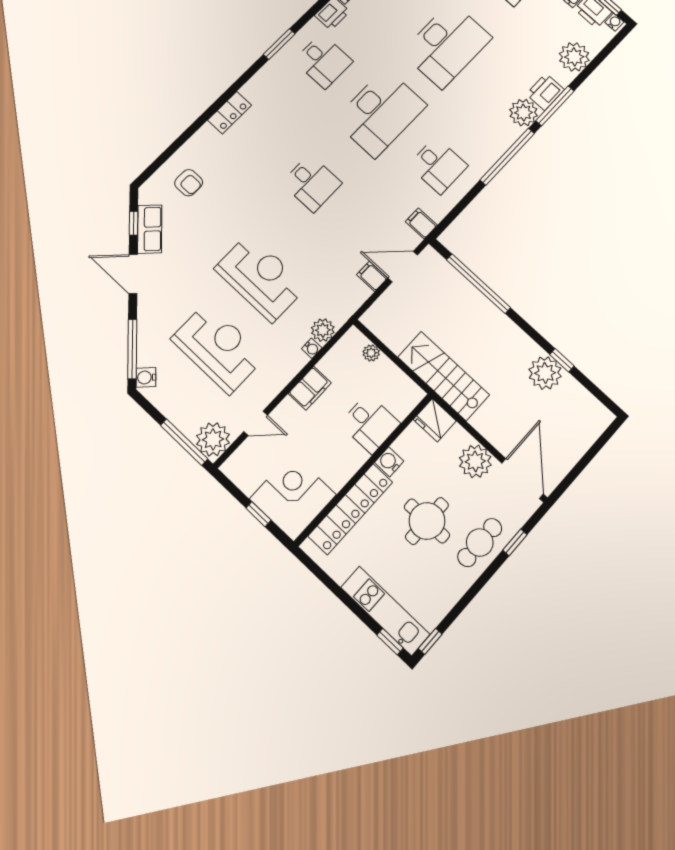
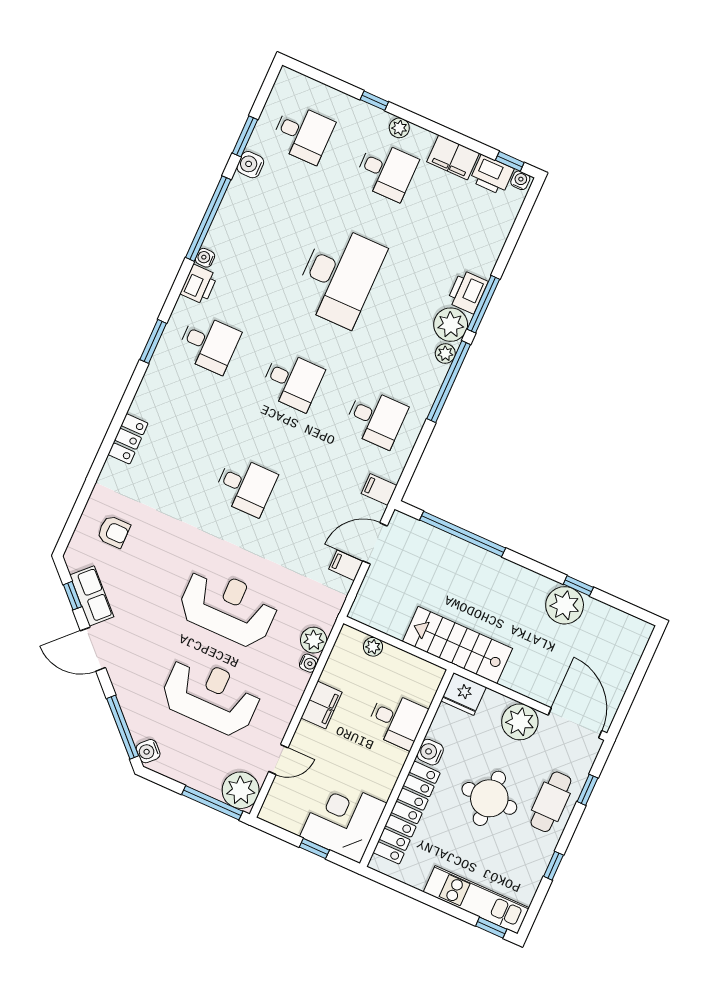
plant: (574, 57) -> (445, 354), moved, width x0.53, depth x0.53
desk: (380, 113) -> (292, 381), width x0.53, depth x0.77
window: (430, 641) -> (553, 866), moved

